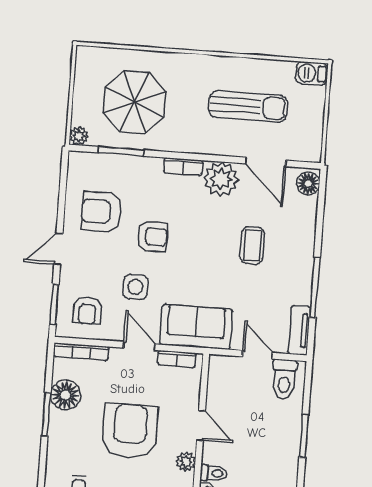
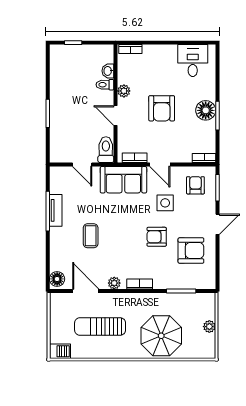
parasol: (134, 102) -> (161, 336), moved
plant: (79, 136) -> (209, 327), moved
plant: (221, 179) -> (114, 283), width x0.53, depth x0.53
tv unit: (299, 330) -> (56, 210), moved
bookcase: (81, 352) -> (204, 158), width x0.64
toilet: (284, 379) -> (106, 150), moved
floor lamp: (65, 395) -> (206, 110), moved
armchair: (130, 431) -> (162, 108), width x0.73, depth x0.73

